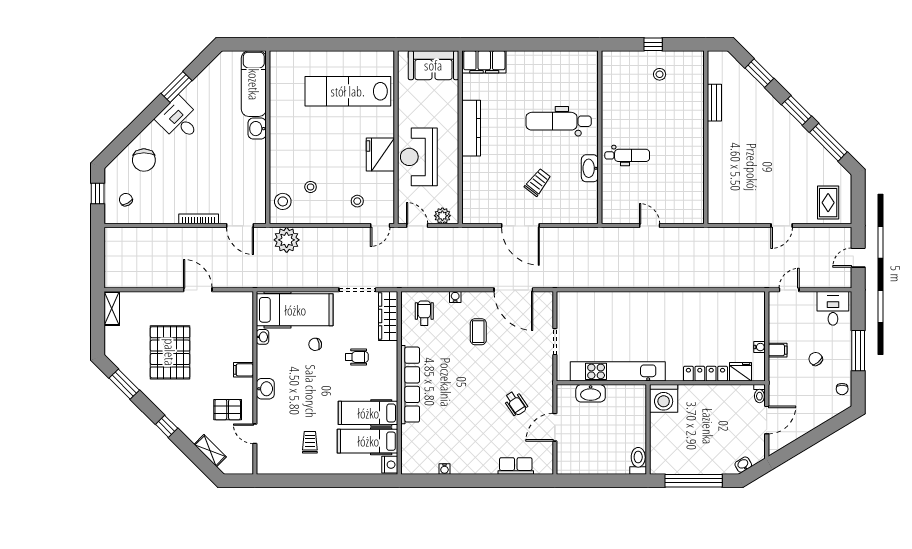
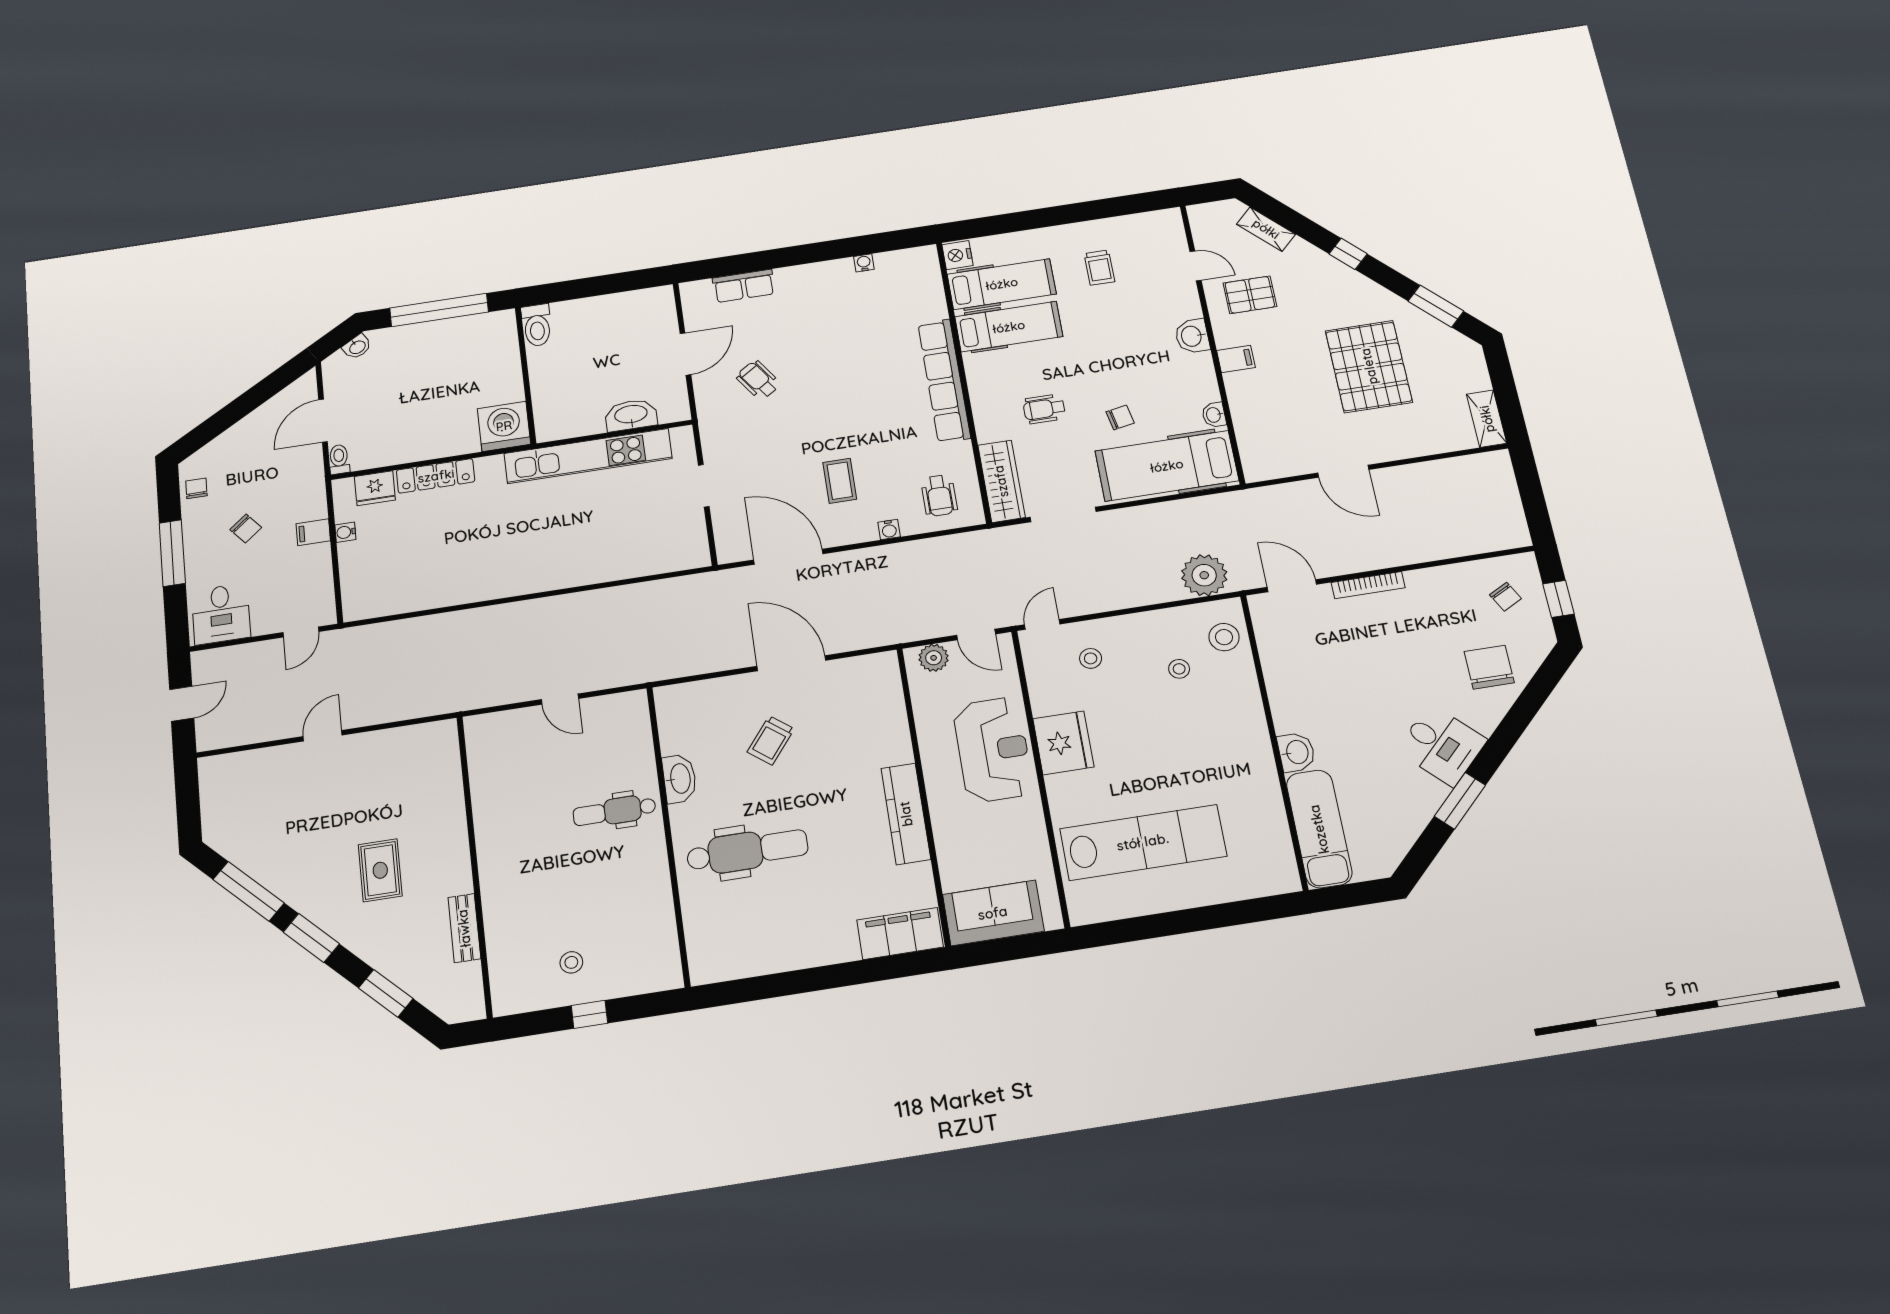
rug: (828, 203) -> (380, 870), moved

